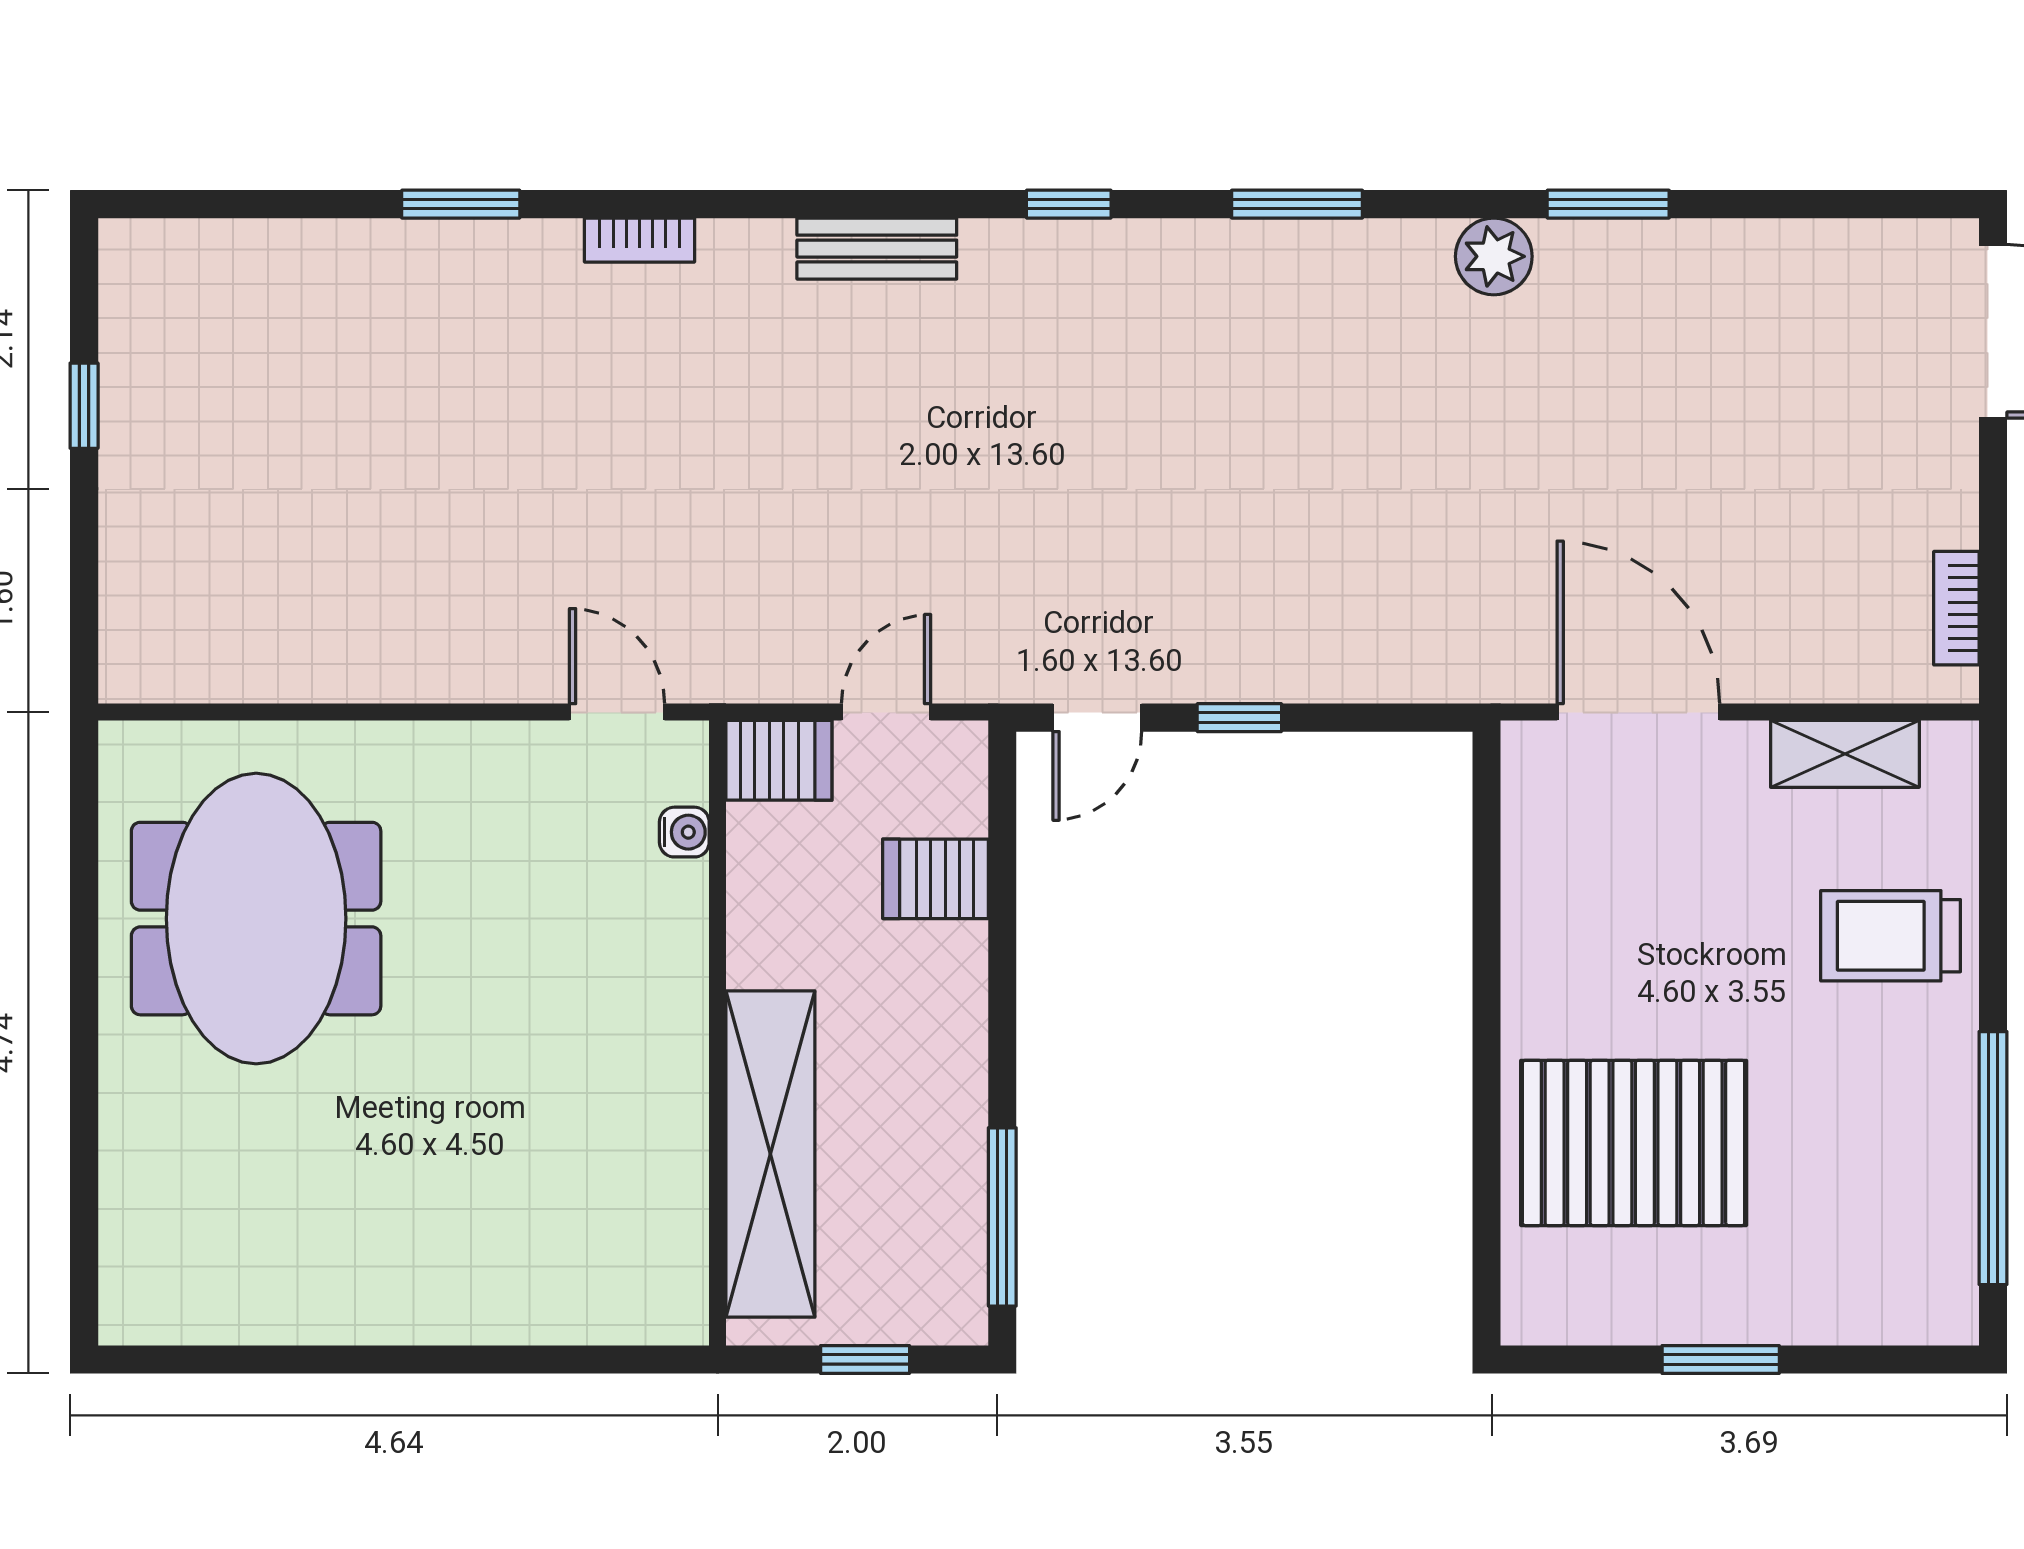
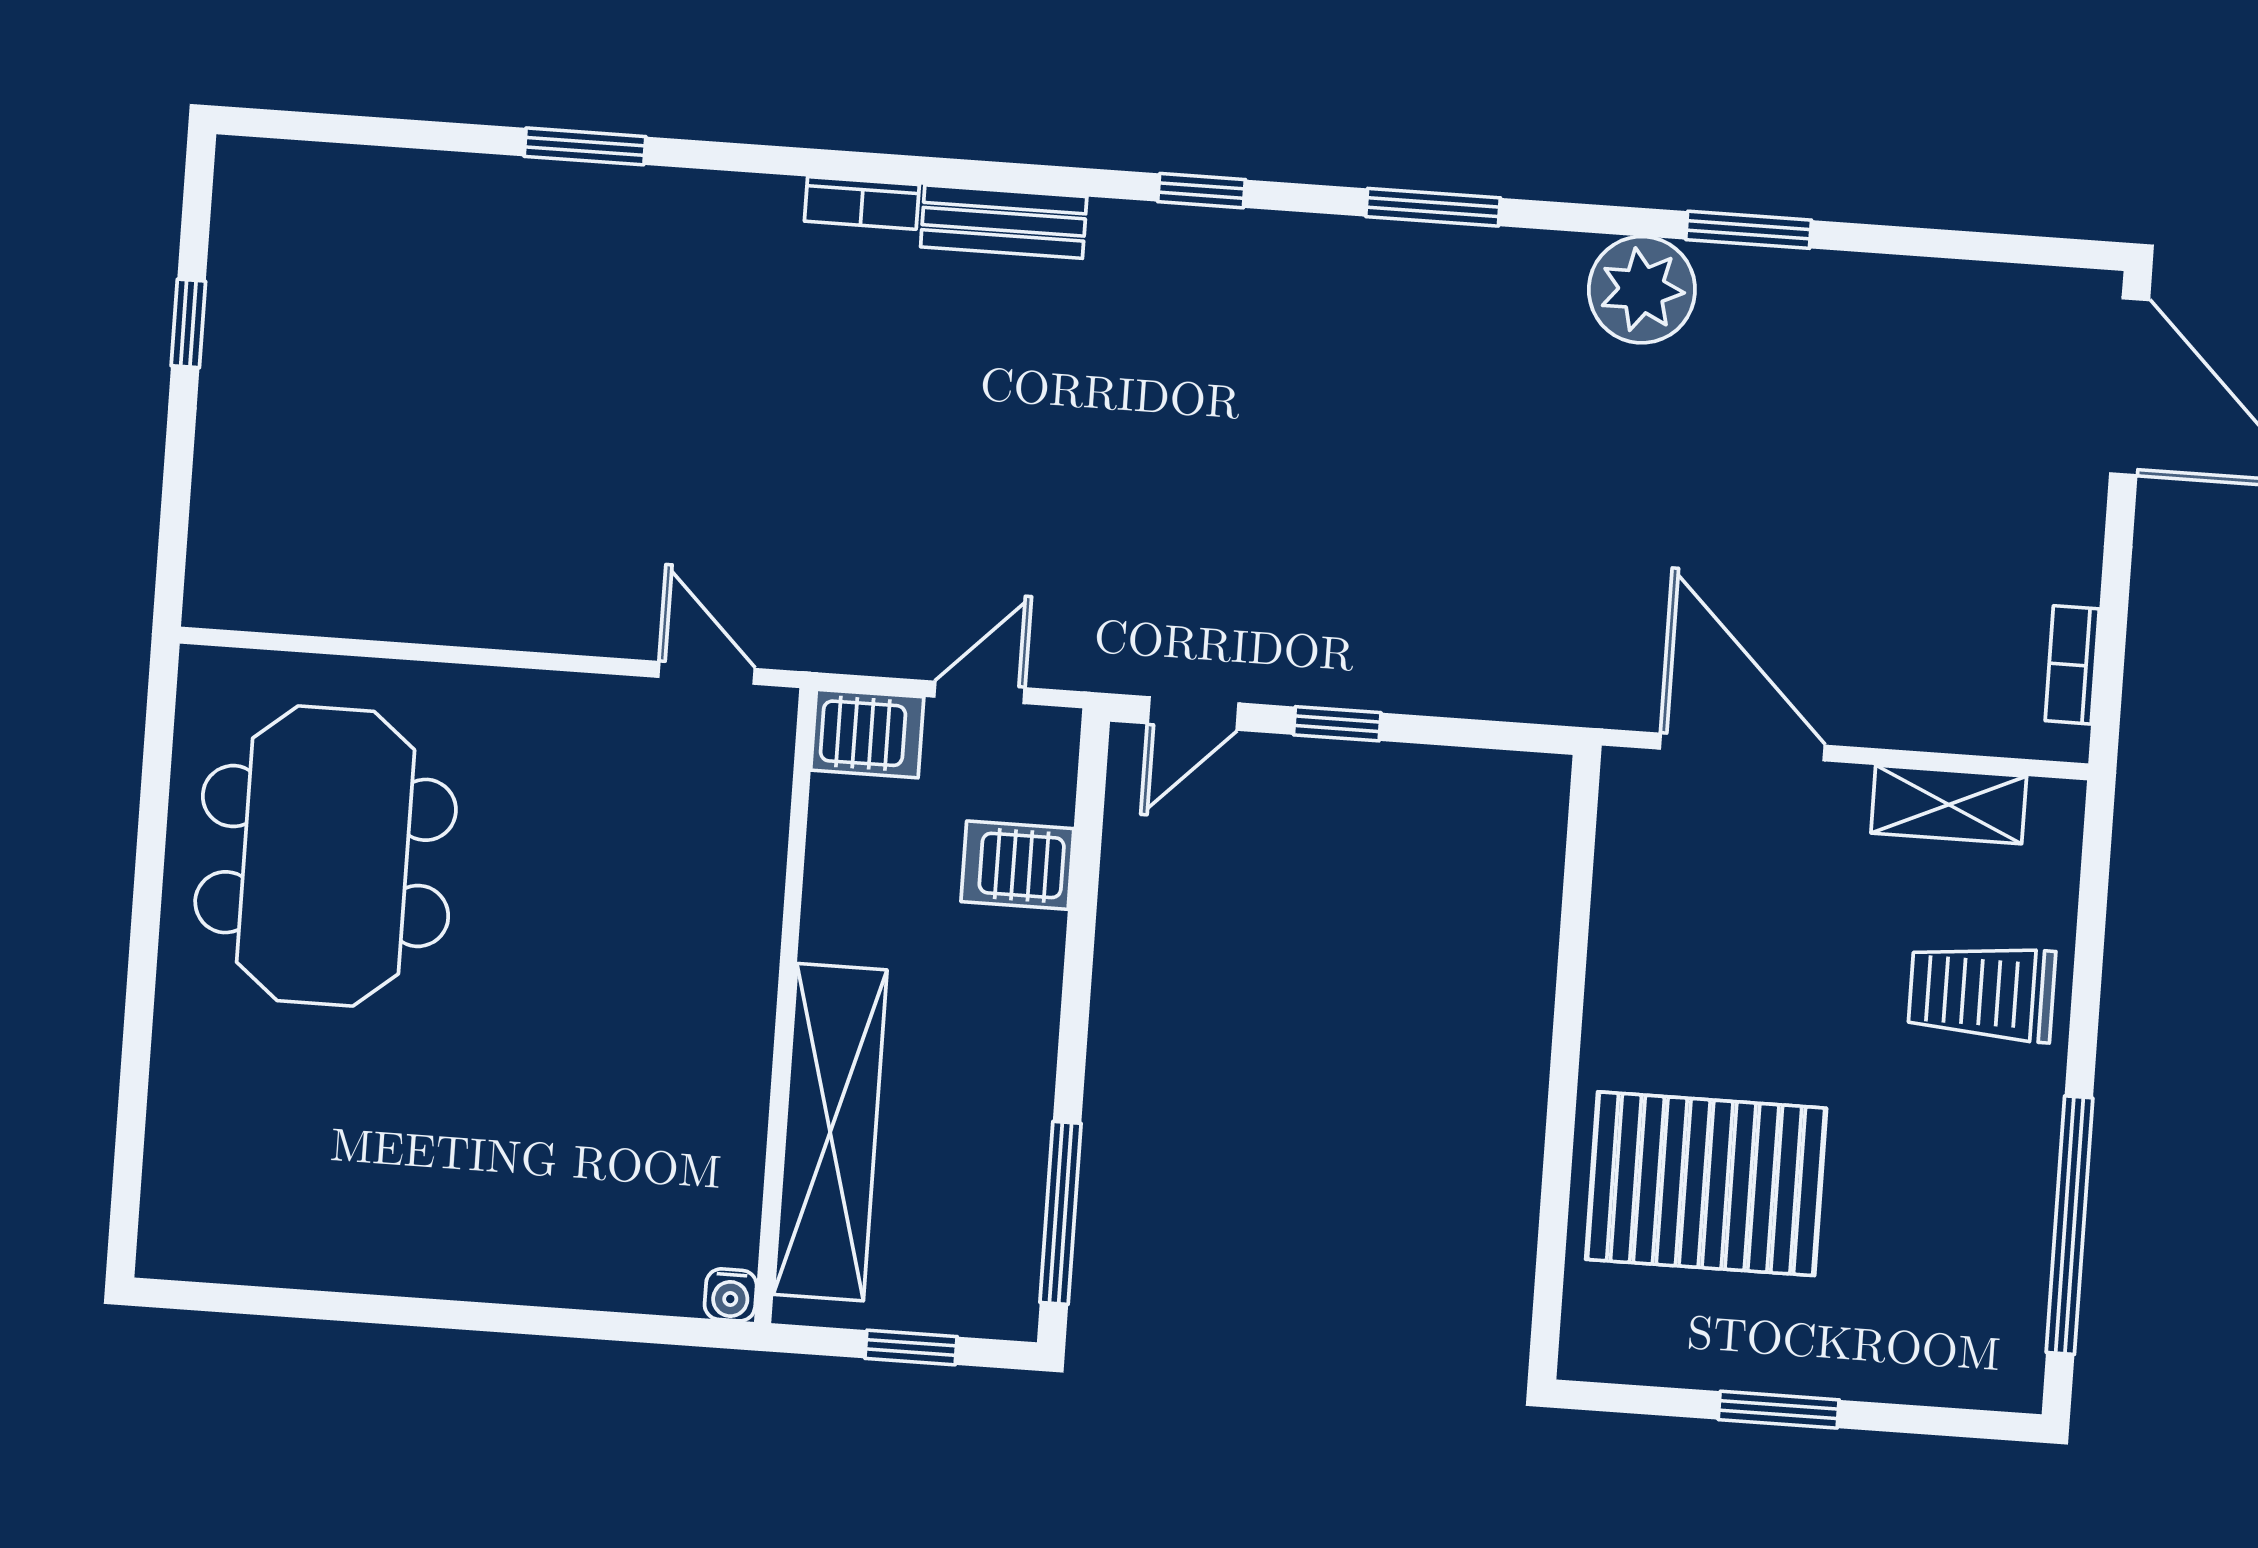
bookcase: (640, 240) -> (862, 203), moved
plant: (1494, 256) -> (1642, 290), width x1.36, depth x1.36
water cooler: (684, 832) -> (731, 1295), moved, turned 90

